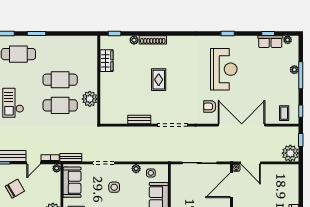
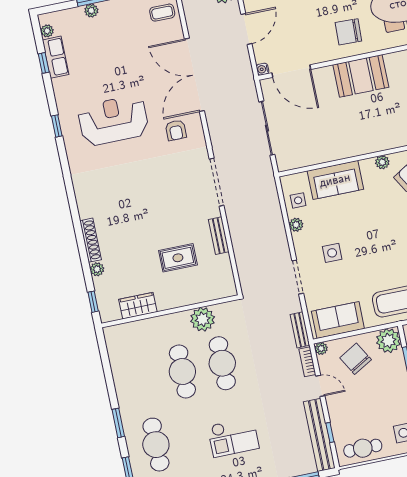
rug: (159, 80) -> (178, 258), moved
door: (251, 163) -> (246, 29), moved
chair: (15, 189) -> (356, 359), moved

